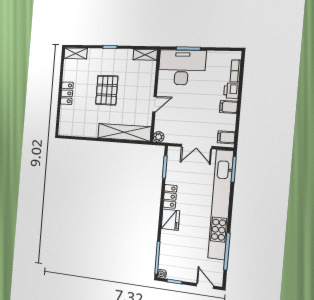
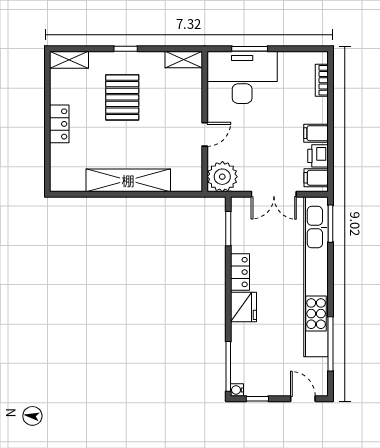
pallet: (107, 90) -> (122, 97), moved
printer: (231, 91) -> (318, 156), moved
shelving: (124, 132) -> (128, 180), moved
plant: (159, 137) -> (222, 177), width x1.87, depth x1.87

